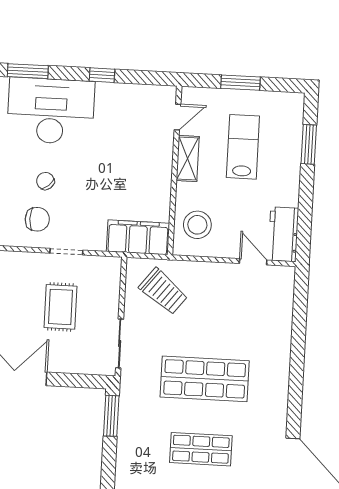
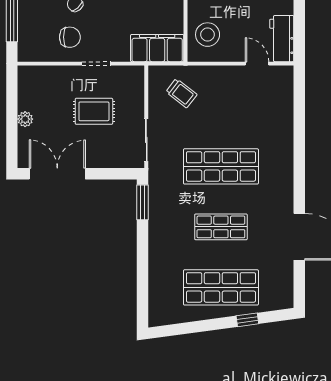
trolley: (163, 291) -> (181, 93), width x0.73, depth x0.72
rug: (61, 307) -> (94, 111), turned 90

